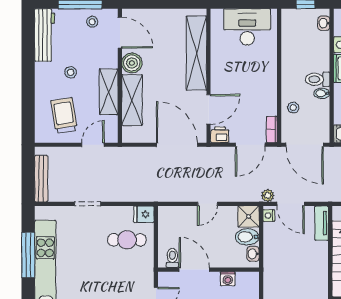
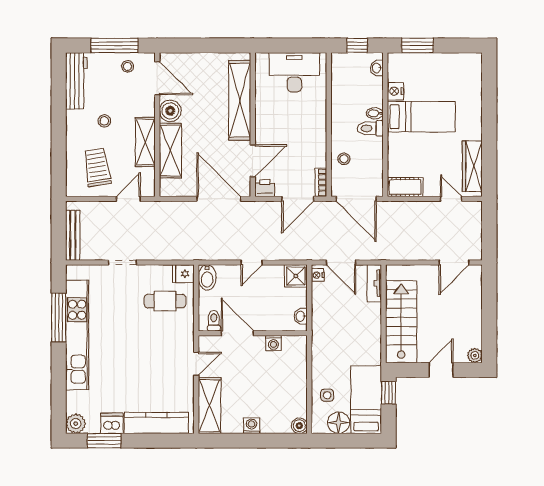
bidet: (322, 93) -> (375, 113), moved
plant: (268, 196) -> (316, 253), removed
bidet: (247, 237) -> (207, 277), moved, turned -90

